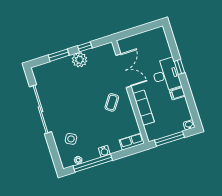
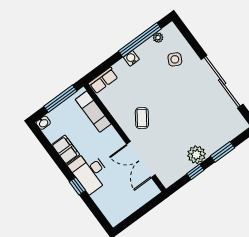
filing cabinet: (177, 93) -> (66, 150), width x2.00
exam couch: (144, 108) -> (93, 112), moved

